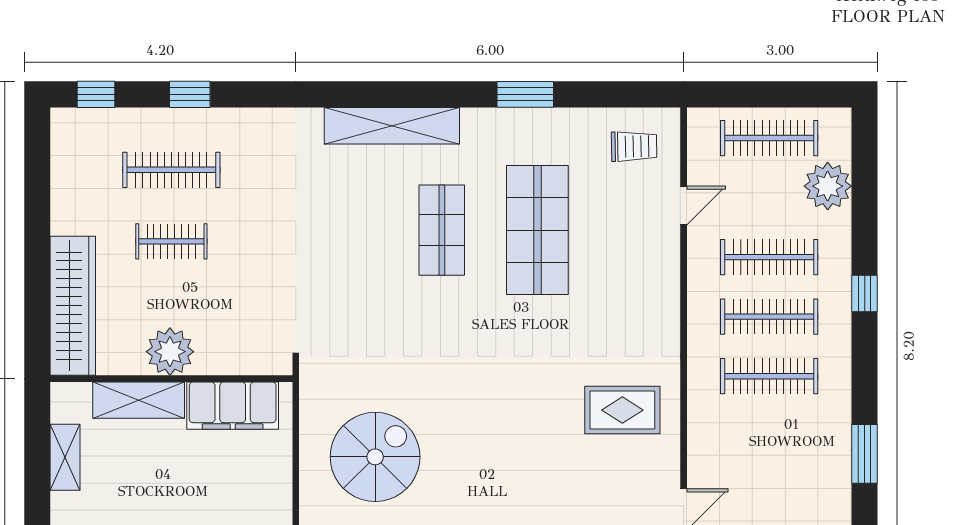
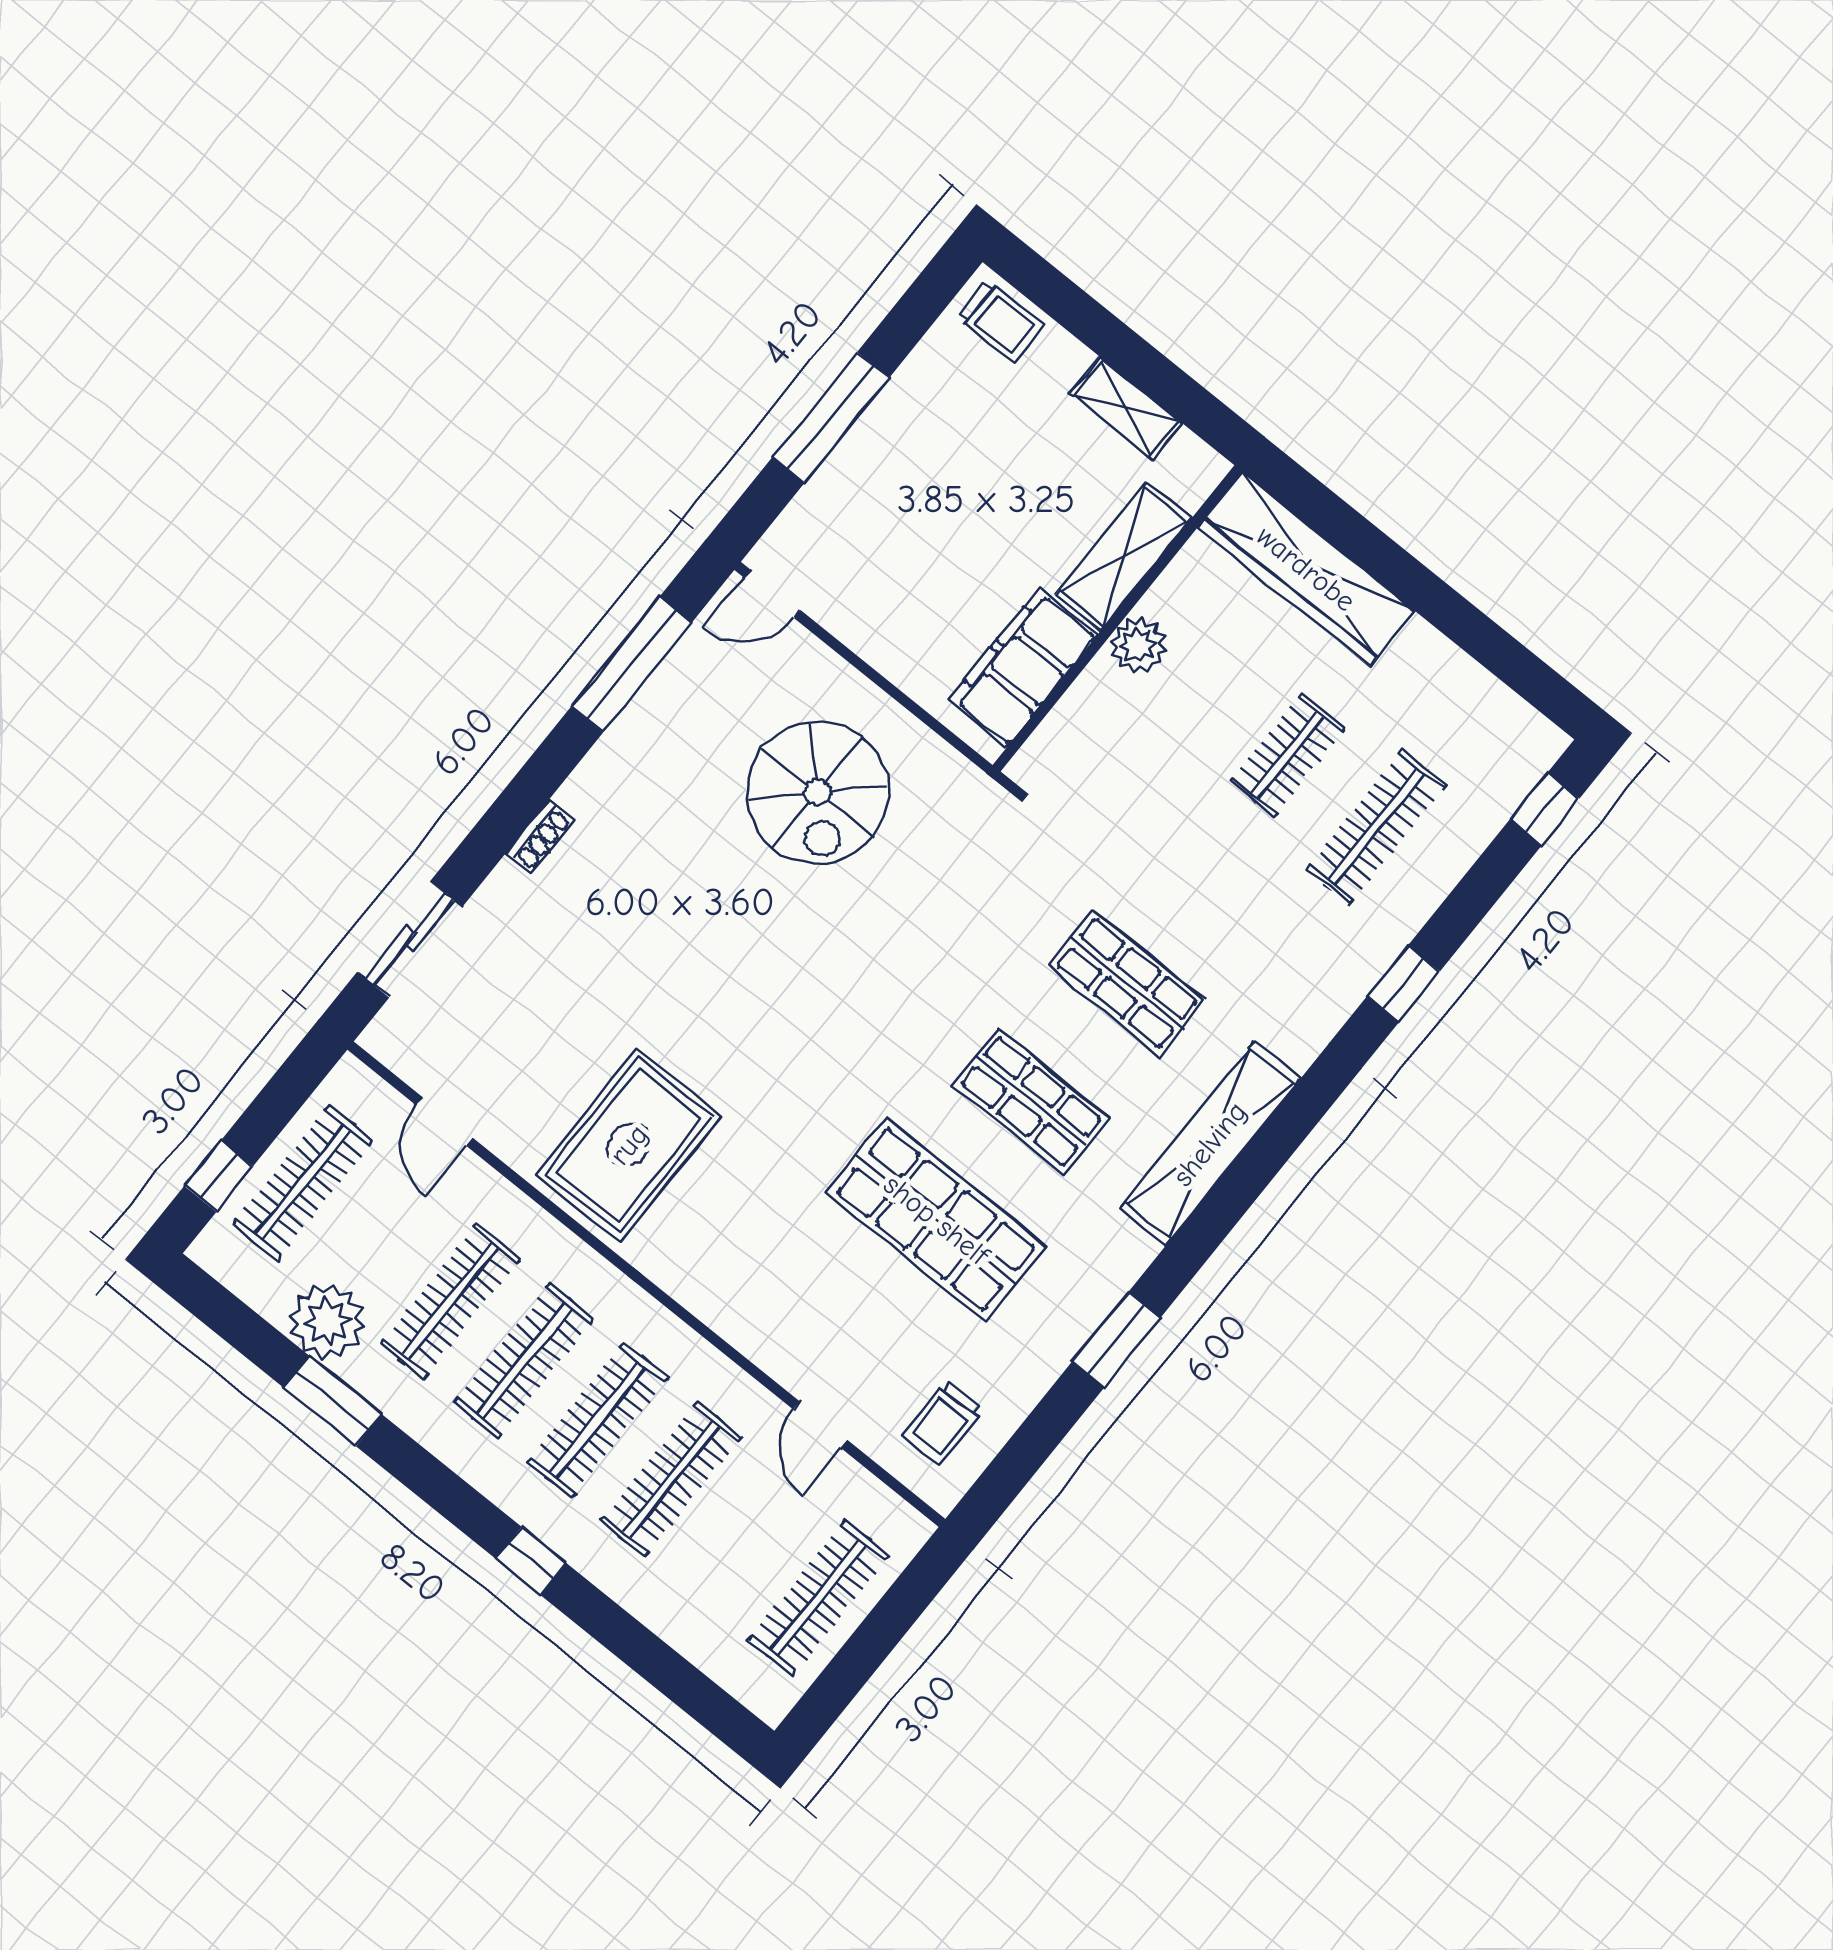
window: (190, 94) -> (1404, 984), moved
plant: (828, 186) -> (327, 1321), moved
shop shelf: (346, 230) -> (1127, 983), added
plant: (170, 352) -> (1138, 645), width x0.73, depth x0.73
rug: (622, 410) -> (629, 1145), width x1.36, depth x1.43
clothes rail: (769, 436) -> (450, 1301), added

